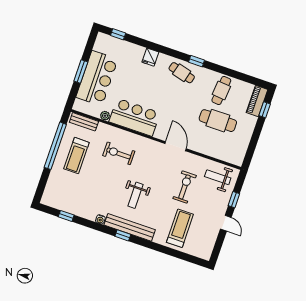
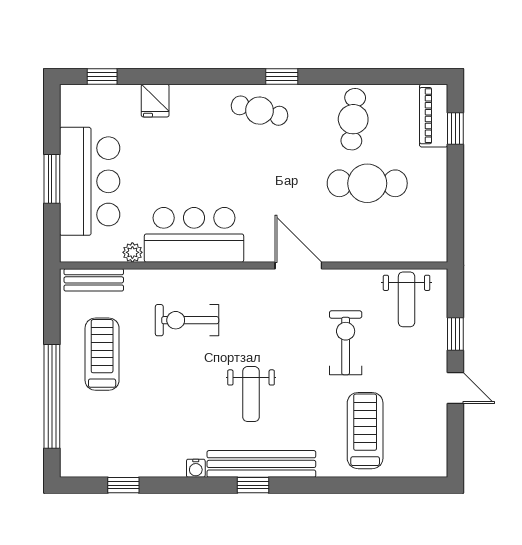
fridge: (150, 57) -> (155, 101), moved
window: (55, 146) -> (52, 396), moved
treadmill: (76, 156) -> (102, 354), turned 180
weight bench: (218, 177) -> (407, 299), turned -90

